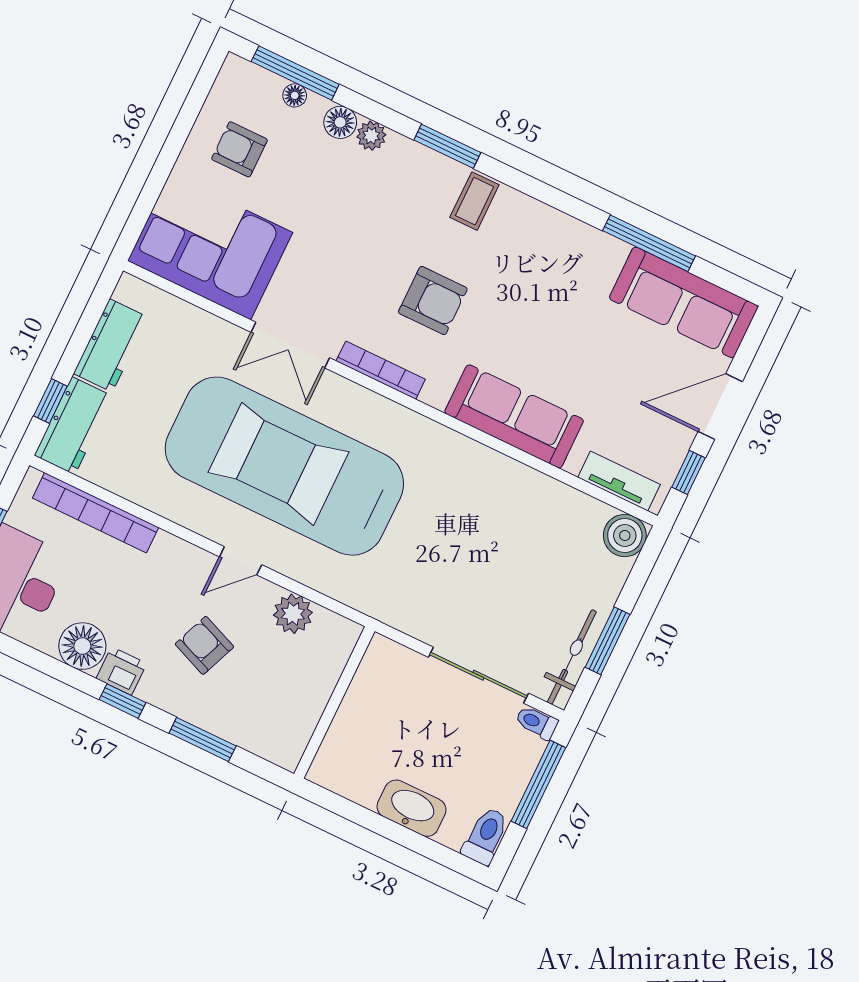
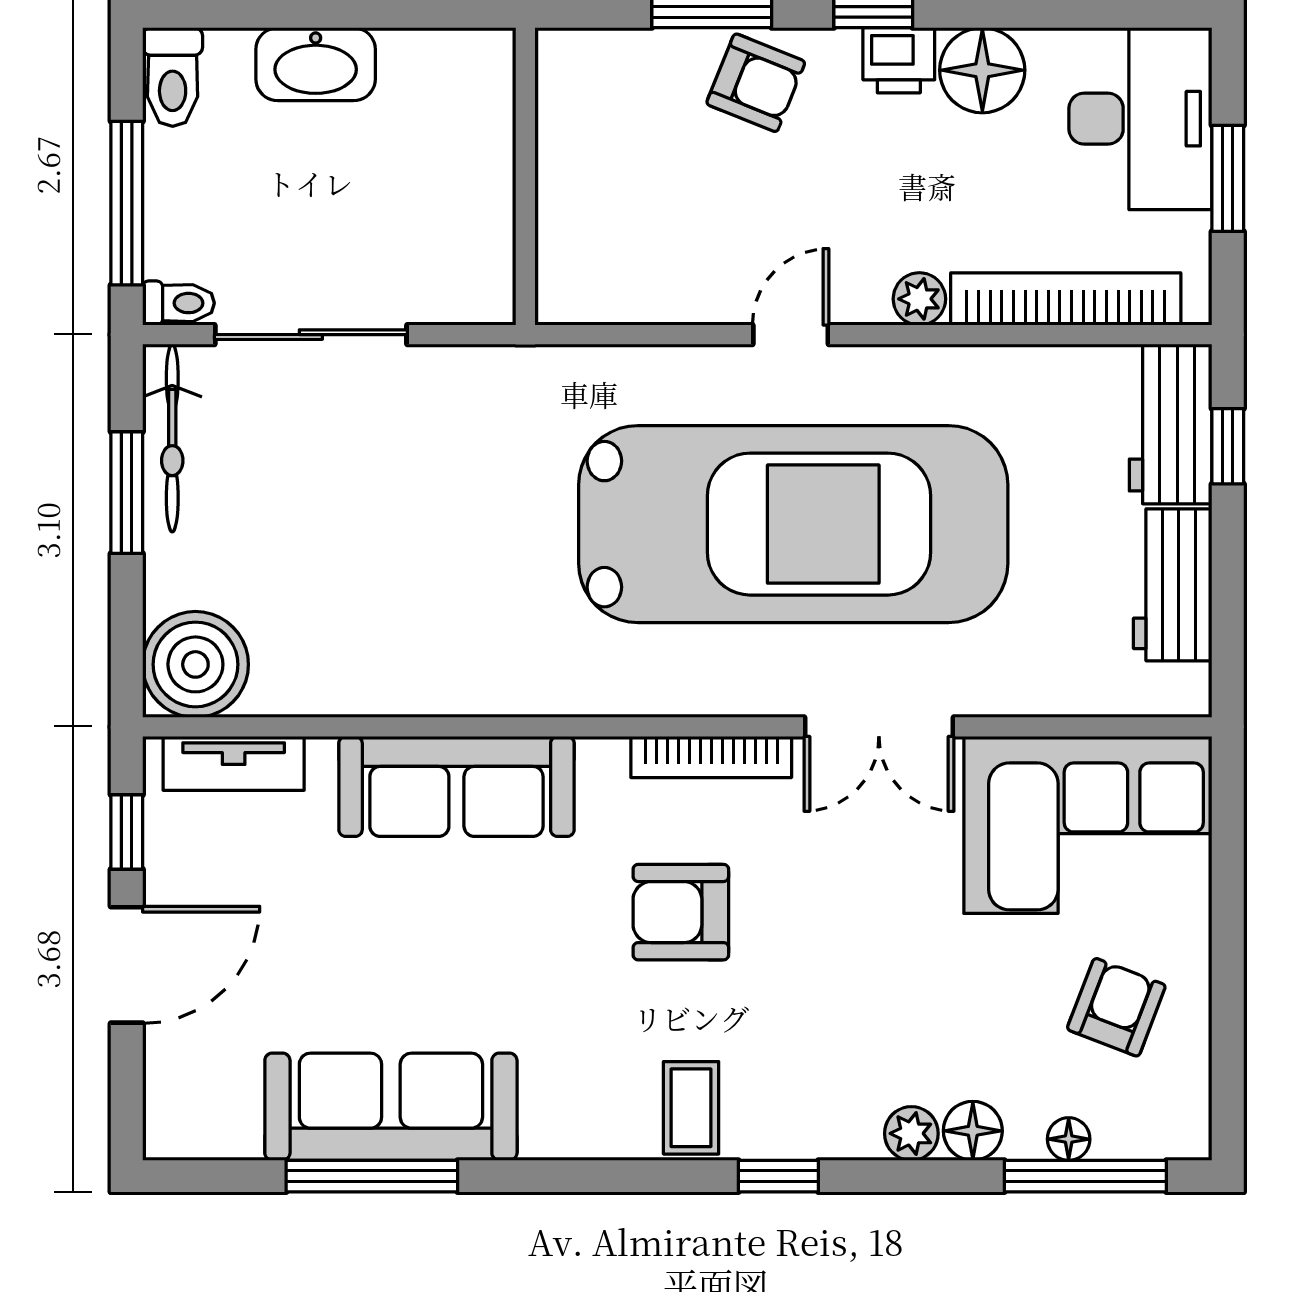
window: (447, 146) -> (778, 1176), width x0.67
armchair: (240, 149) -> (1116, 1007), turned -69
sofa: (684, 302) -> (391, 1107), moved
double door: (290, 345) -> (879, 727), swing flipped
boiler: (625, 536) -> (195, 664), width x1.37, depth x1.37
plant: (293, 614) -> (919, 299), moved, width x0.73, depth x0.73
armchair: (204, 645) -> (756, 83), moved

